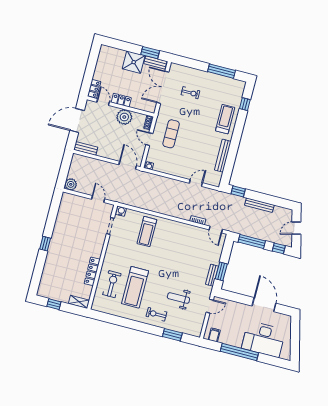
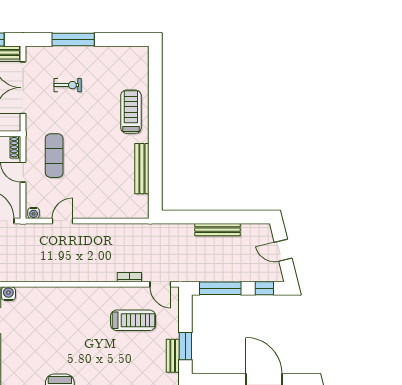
window: (222, 71) -> (73, 40), moved
window: (245, 104) -> (155, 81), removed
door: (196, 183) -> (62, 221), moved
window: (238, 191) -> (179, 217), removed
door: (296, 228) -> (283, 250), hinge flipped
treadmill: (147, 232) -> (133, 320), moved, turned -90

